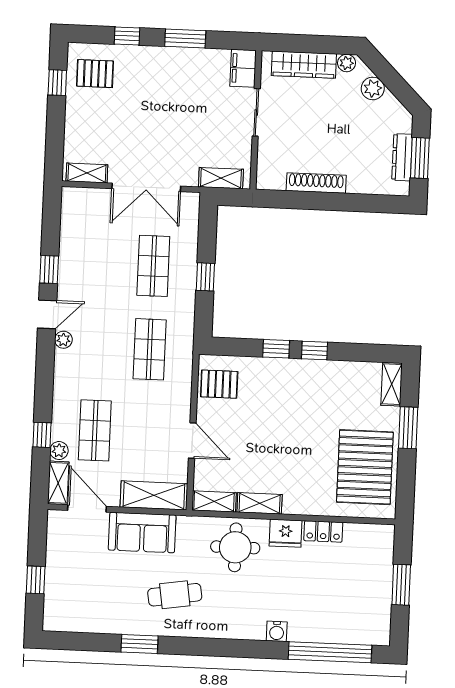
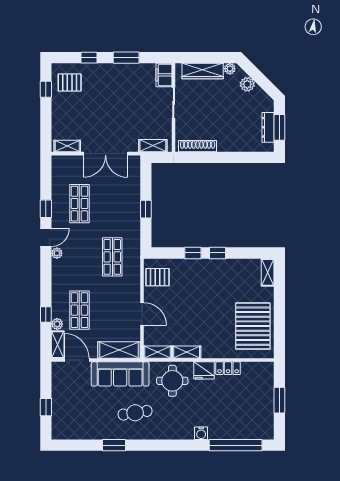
shoe rack: (316, 183) -> (198, 146), moved
shop shelf: (153, 266) -> (79, 204), moved
window: (408, 428) -> (279, 300), removed
sofa: (142, 532) -> (120, 374), width x1.36

